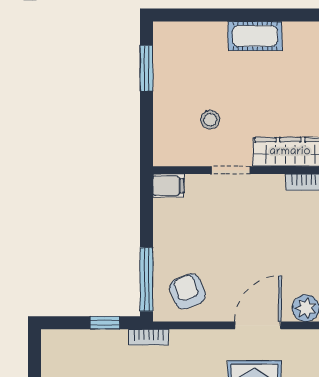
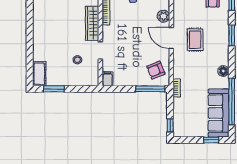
cot: (255, 36) -> (39, 74), moved
window: (105, 323) -> (170, 125), moved

